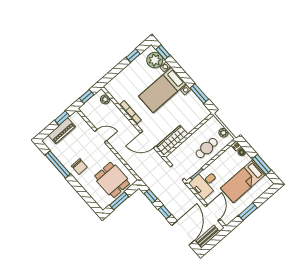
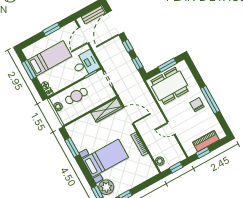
window: (58, 164) -> (210, 100), moved
dining table: (112, 180) -> (170, 86), width x1.38

